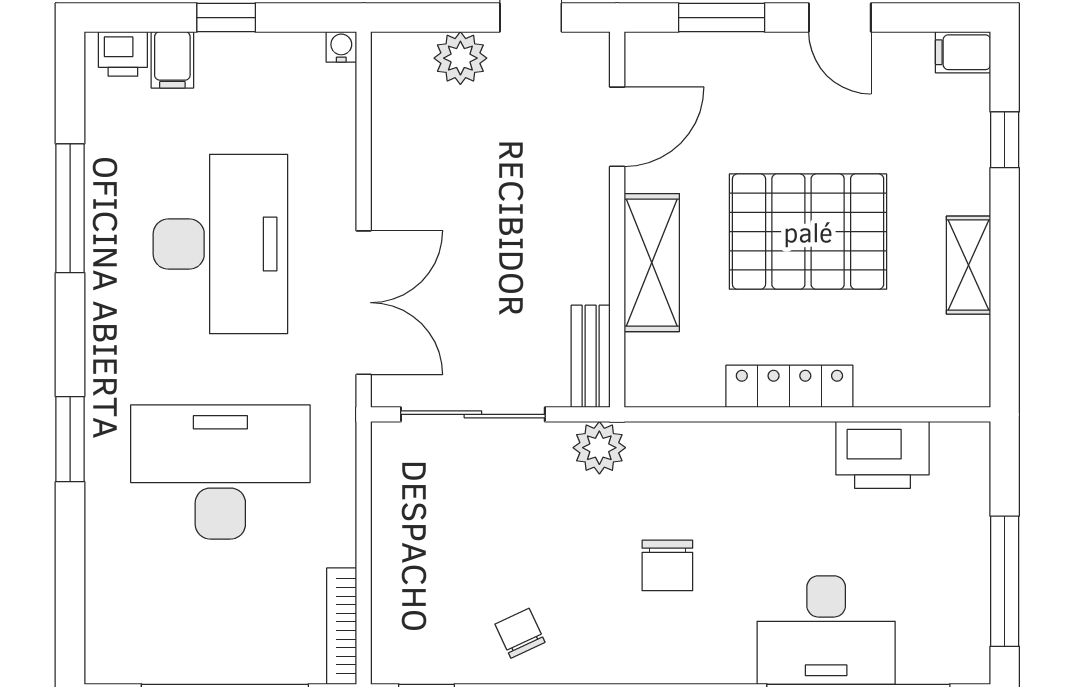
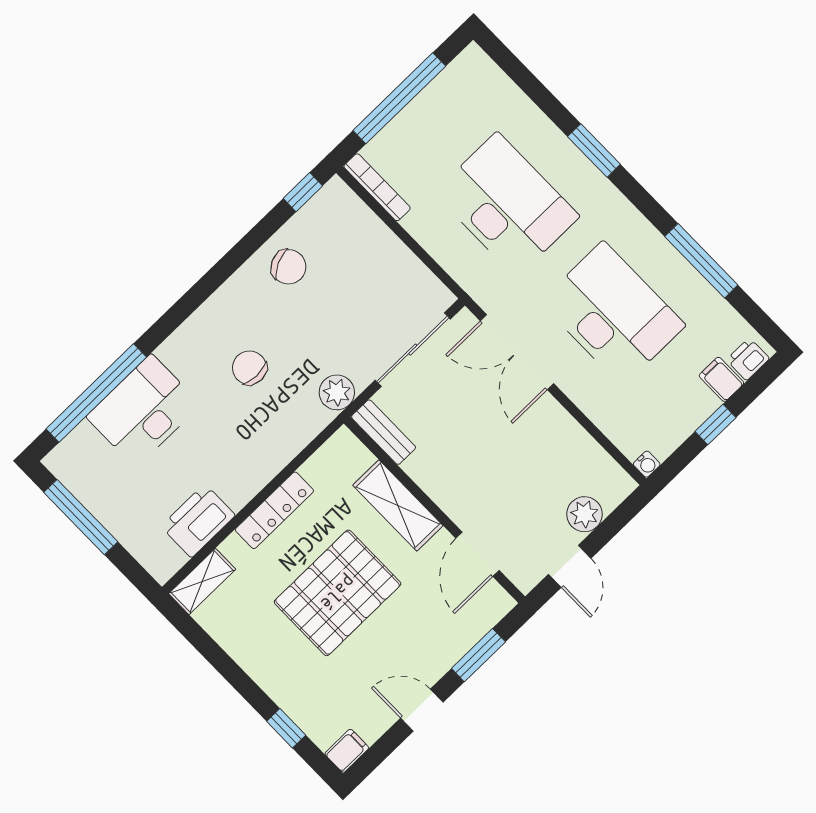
desk: (220, 244) -> (613, 314), turned 180
shelving: (968, 265) -> (202, 581), moved, turned 90
desk: (220, 472) -> (507, 205), turned -90
chair: (520, 633) -> (288, 267), width x1.37, depth x1.37

